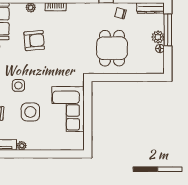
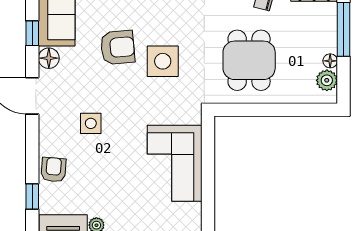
plant: (158, 37) -> (327, 80), moved
side table: (30, 112) -> (163, 61), moved

